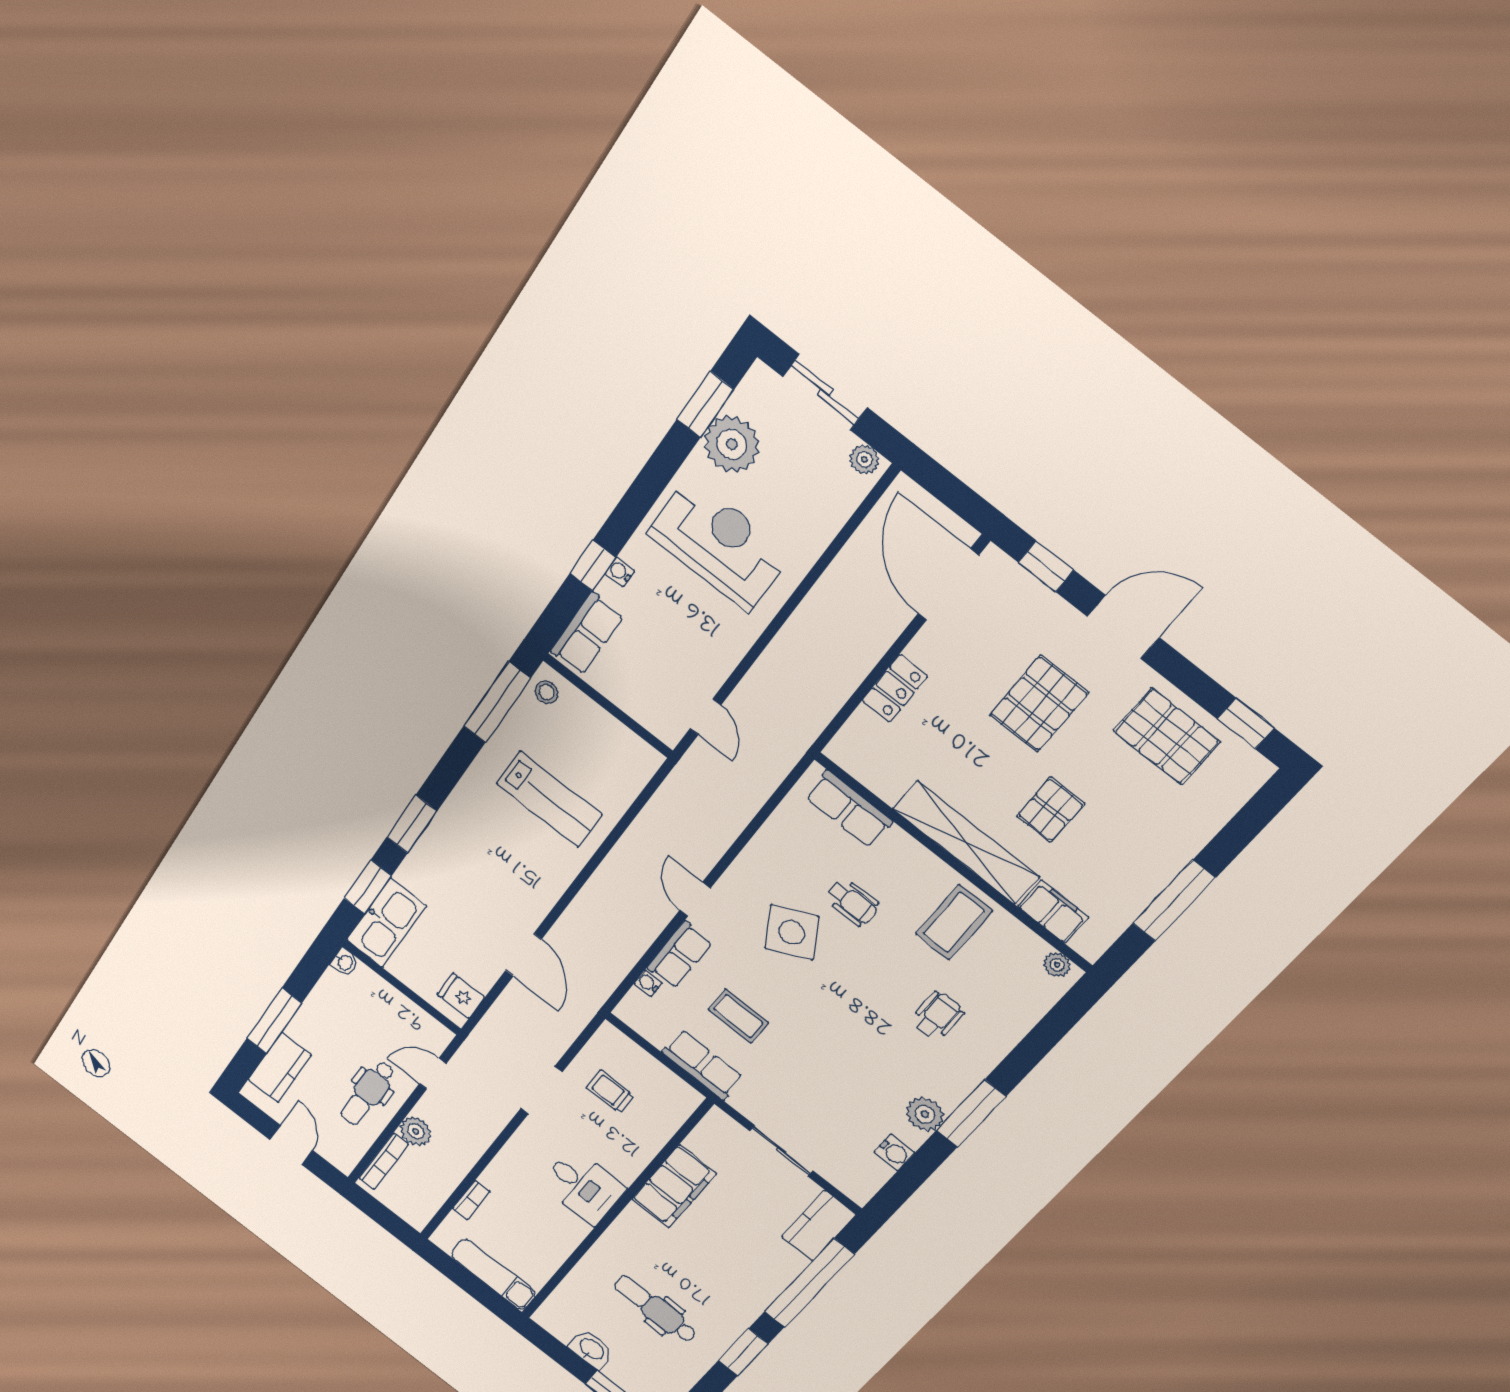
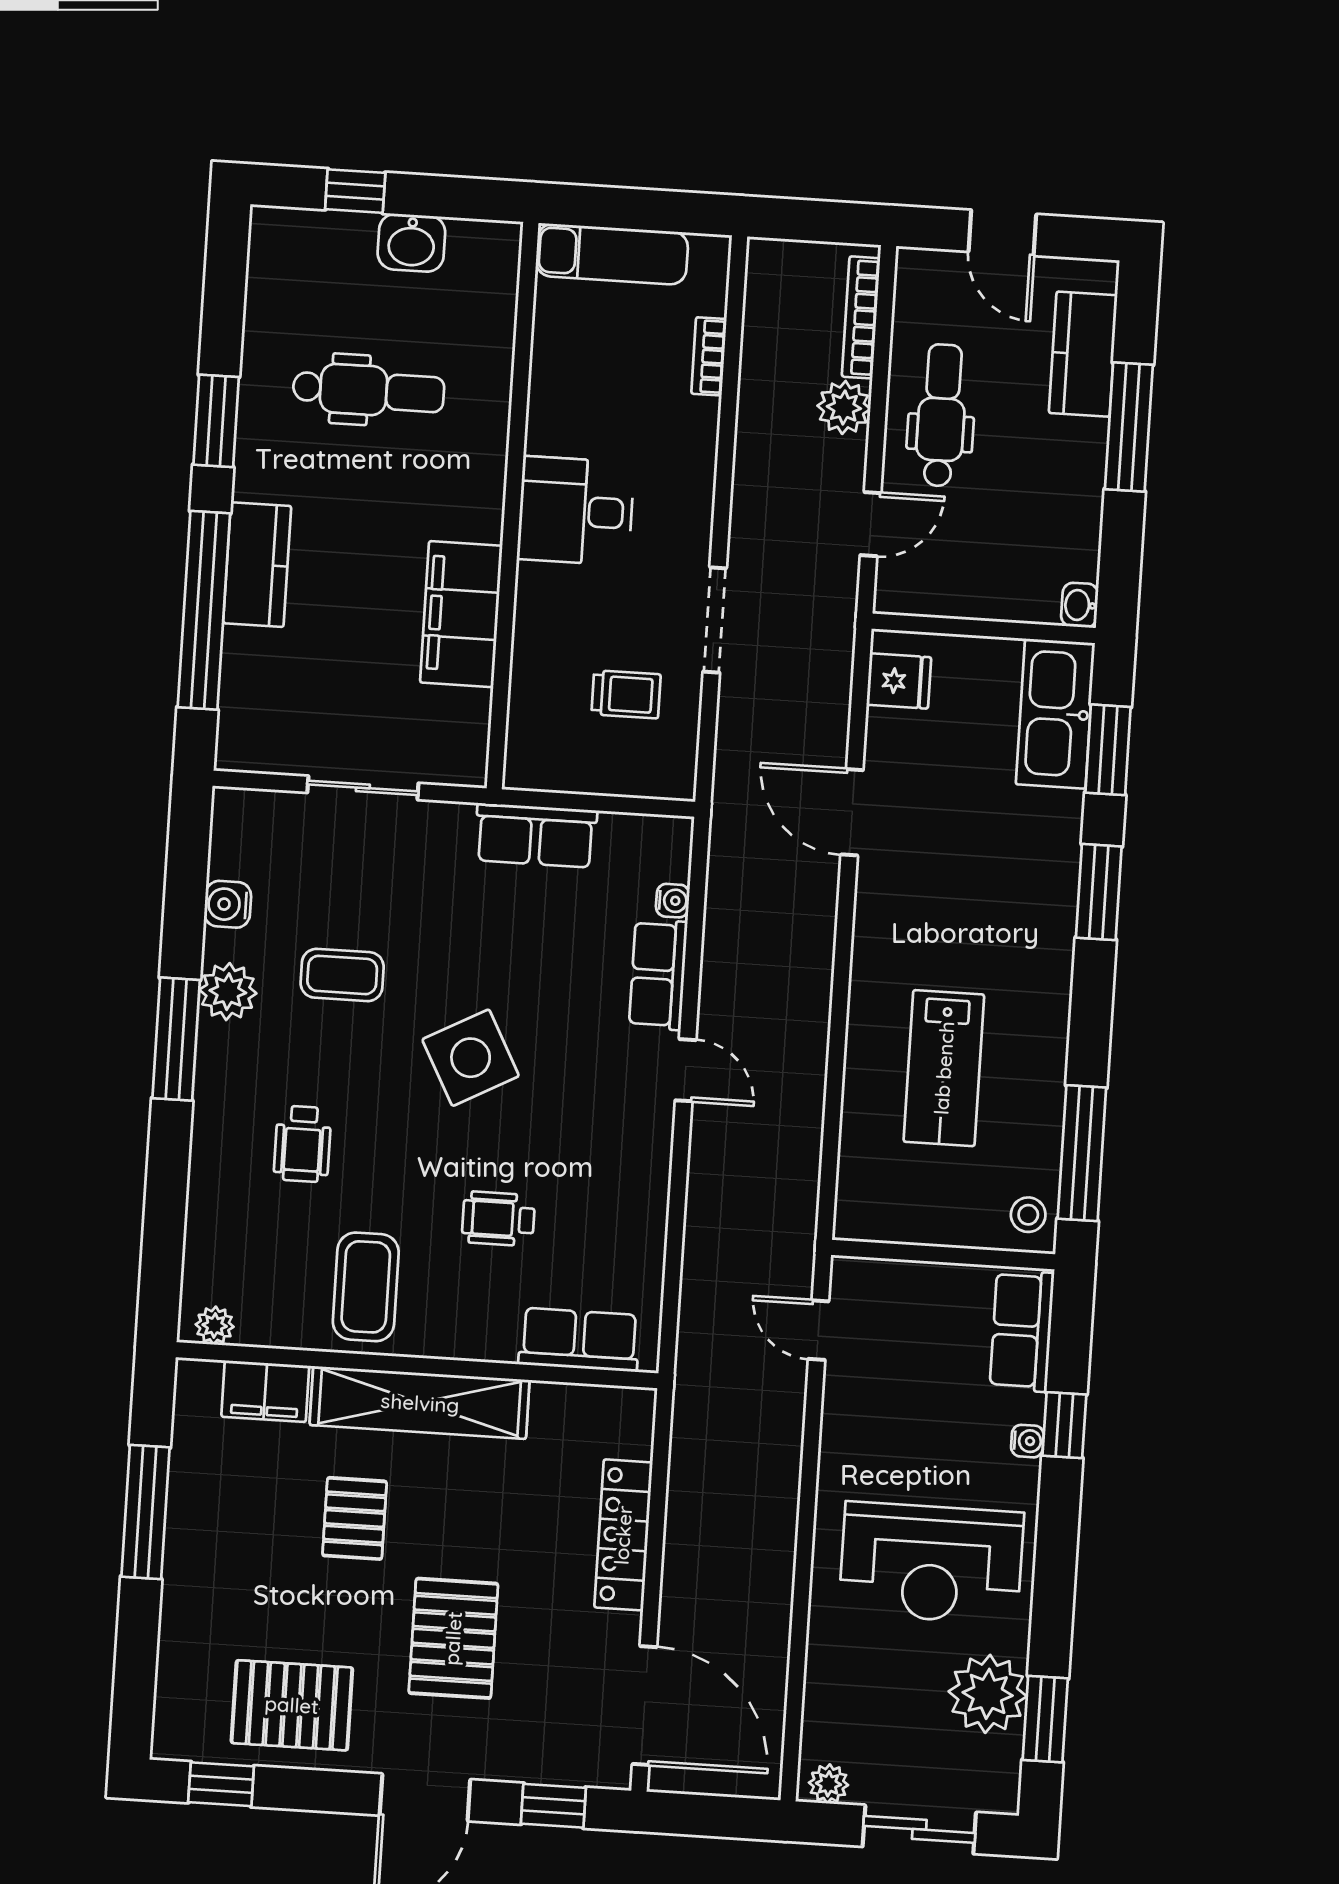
locker: (895, 688) -> (623, 1535), width x1.53
lab bench: (549, 799) -> (944, 1068), turned -90
side table: (792, 932) -> (471, 1058), moved
coffee table: (738, 1016) -> (342, 975), moved
kitchen counter: (819, 1226) -> (257, 565), moved

